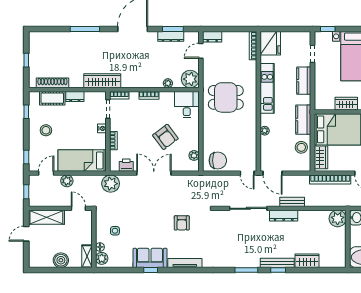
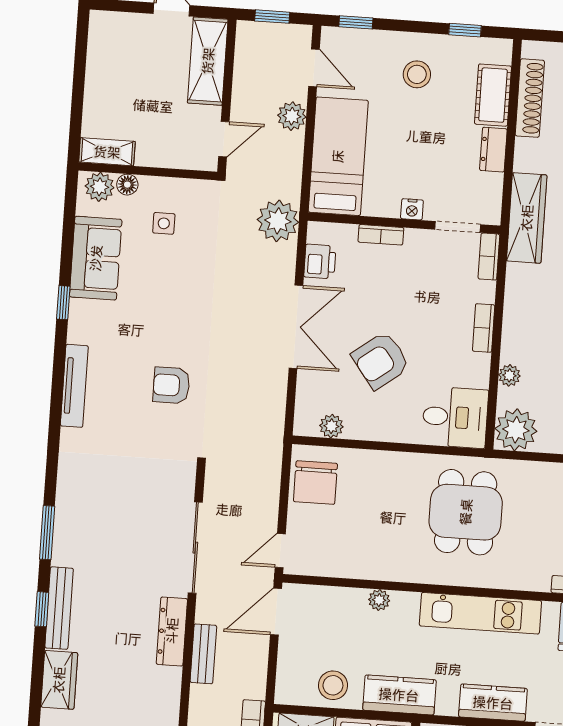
sofa: (150, 258) -> (96, 258), moved
boiler: (61, 260) -> (102, 88), removed

